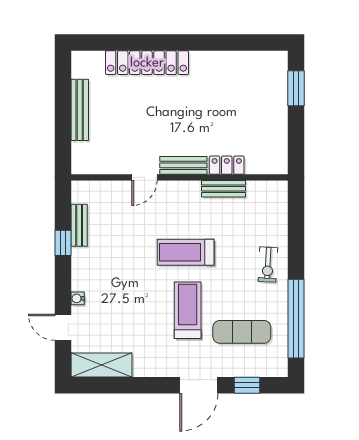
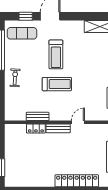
exercise mat: (242, 332) -> (22, 33), moved

